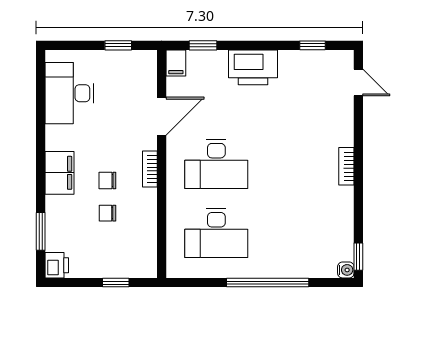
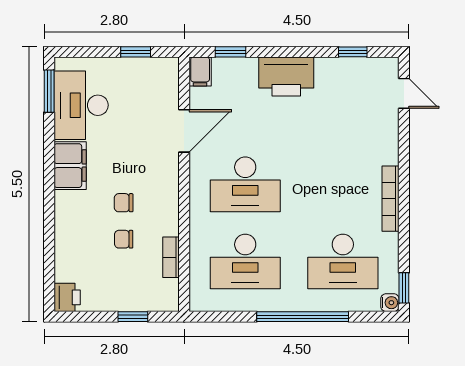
bookcase: (346, 166) -> (391, 199), width x1.56
bookcase: (150, 169) -> (171, 257), moved
filing cabinet: (60, 173) -> (70, 166), moved
window: (41, 231) -> (49, 91), moved
desk: (304, 233) -> (343, 261), added

